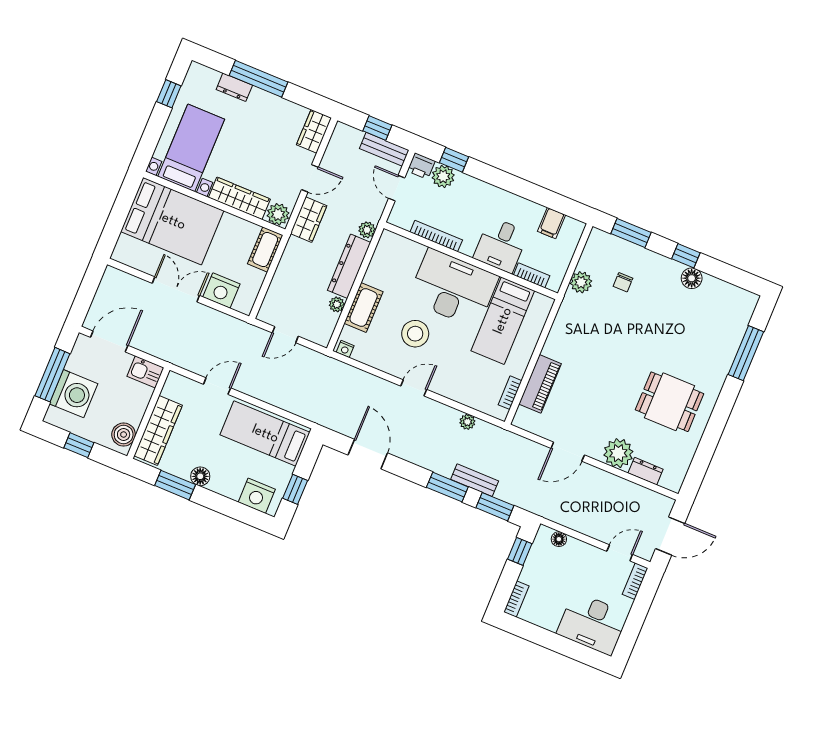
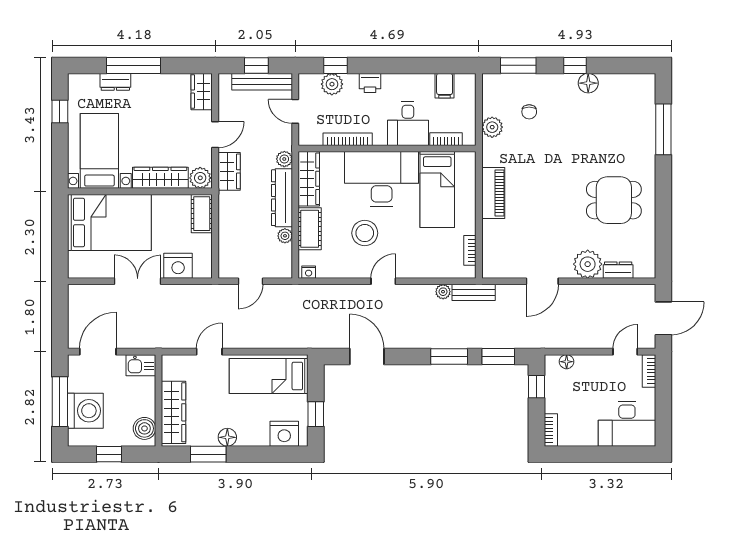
bench: (384, 149) -> (262, 82), width x1.36
printer: (421, 166) -> (370, 83), moved
wardrobe: (383, 259) -> (309, 179), added
piano: (540, 384) -> (493, 193), moved
bench: (475, 480) -> (474, 292), moved

